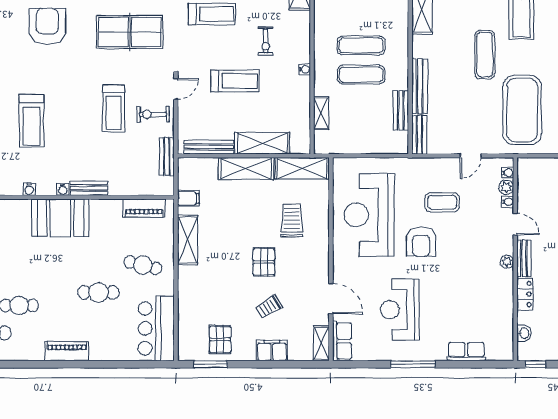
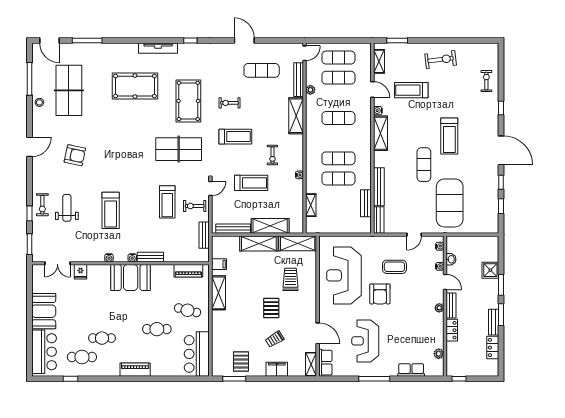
armchair: (47, 26) -> (122, 145), removed
plant: (506, 187) -> (439, 354), moved
washbasin: (524, 333) -> (451, 259), moved

